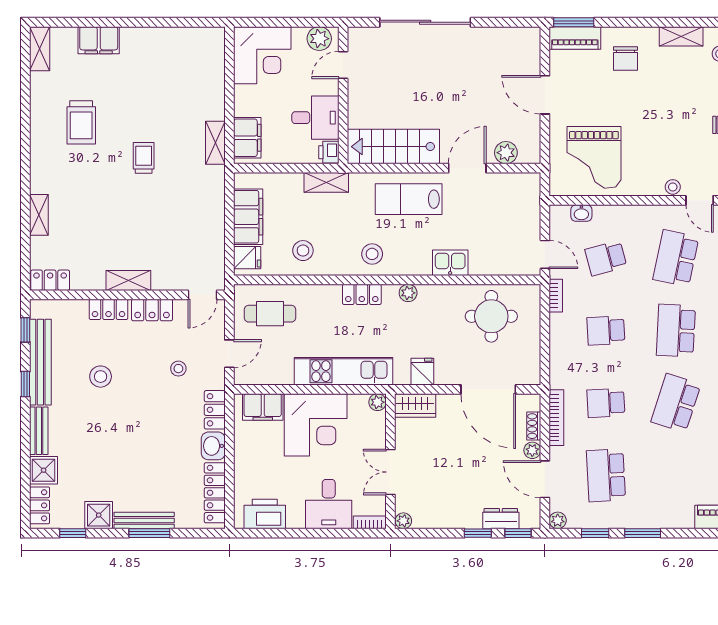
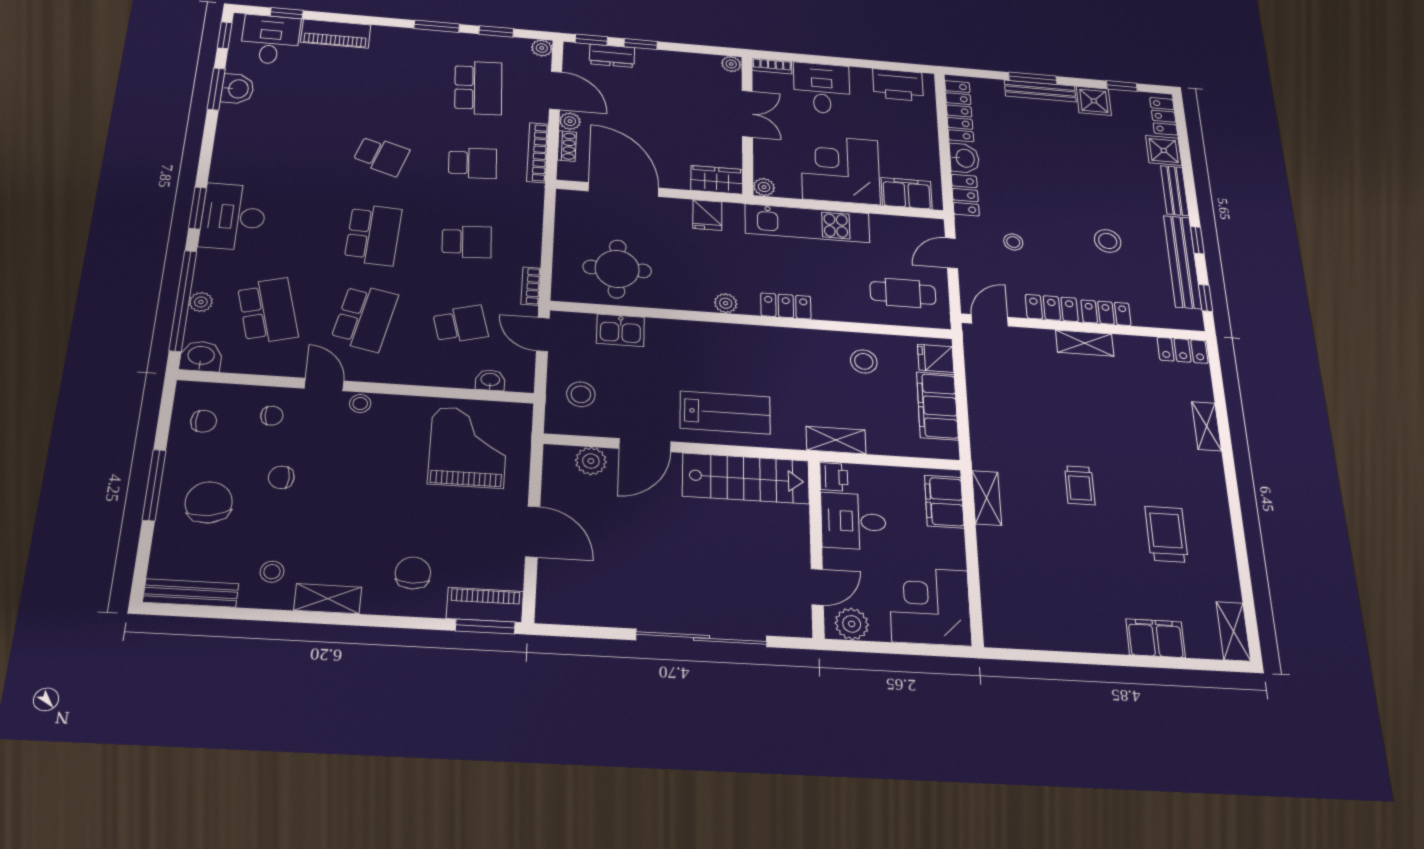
stool: (372, 254) -> (581, 394), moved
kitchen sink: (450, 263) -> (620, 330), moved
school desk: (676, 403) -> (381, 156), width x0.54

